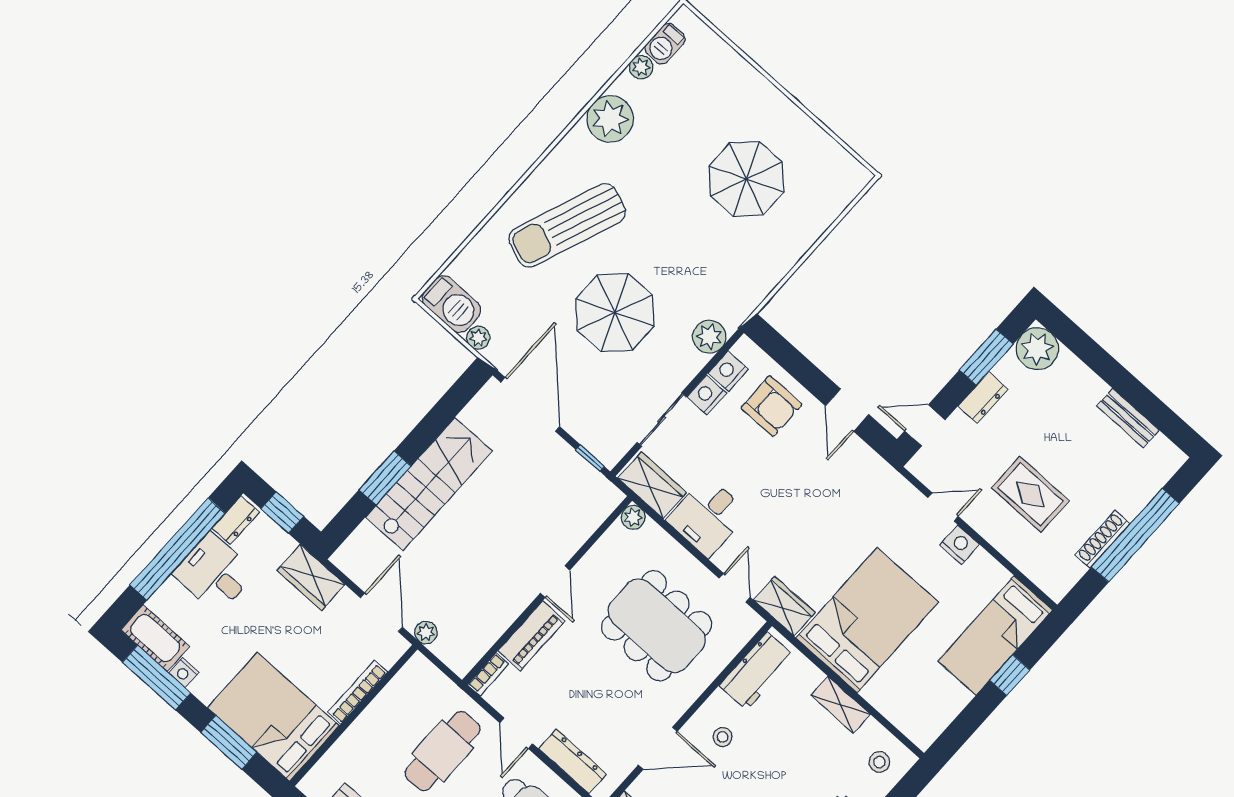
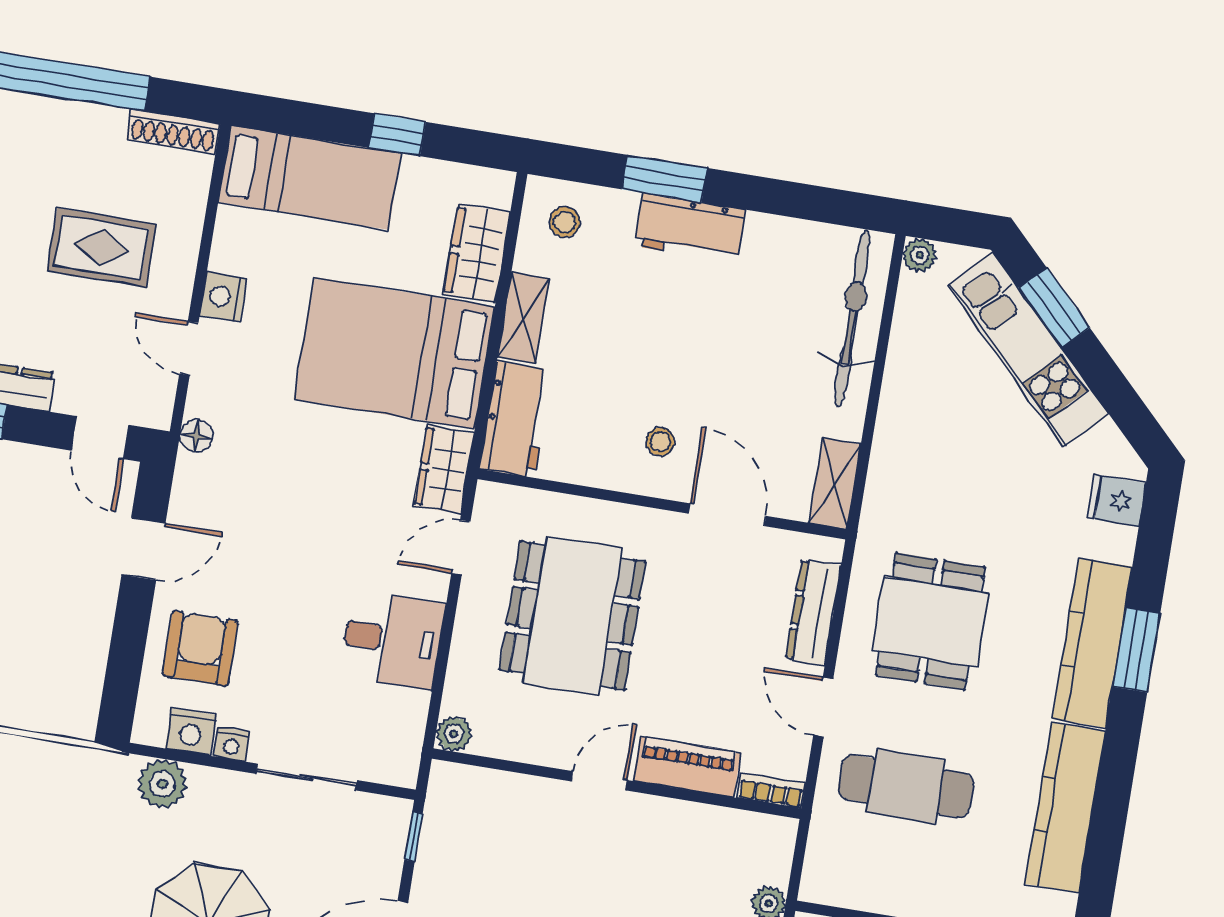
nightstand: (707, 395) -> (232, 744), width x0.72, depth x0.74
floor lamp: (891, 480) -> (196, 436), added
wardrobe: (652, 485) -> (477, 253), moved
rug: (1030, 494) -> (102, 247), turned 90
shoe rack: (1102, 539) -> (173, 131), moved
workbench: (757, 671) -> (516, 419), moved, turned 90
window: (1010, 675) -> (397, 135), moved
door: (516, 733) -> (823, 707), swing flipped

